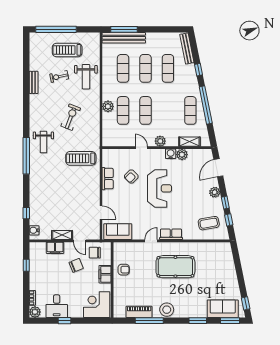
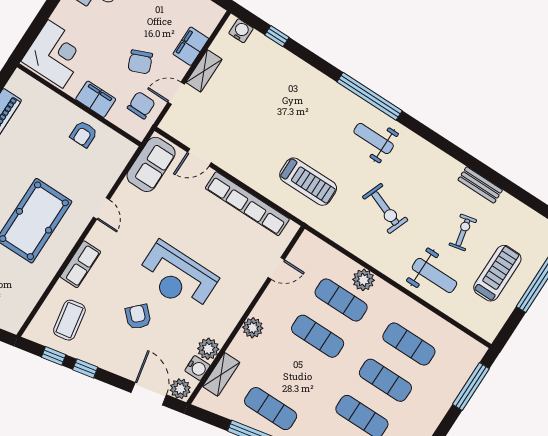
bench: (124, 38) -> (458, 377), removed
weight bench: (86, 77) -> (434, 275), turned 180
door: (141, 148) -> (276, 268), moved
water cooler: (171, 154) -> (197, 368), moved
treadmill: (81, 158) -> (308, 182), turned 90
armchair: (131, 177) -> (138, 317), moved
row of seats: (108, 179) -> (247, 204), width x2.02
plant: (215, 192) -> (180, 389), moved
row of seats: (171, 234) -> (80, 264), moved

